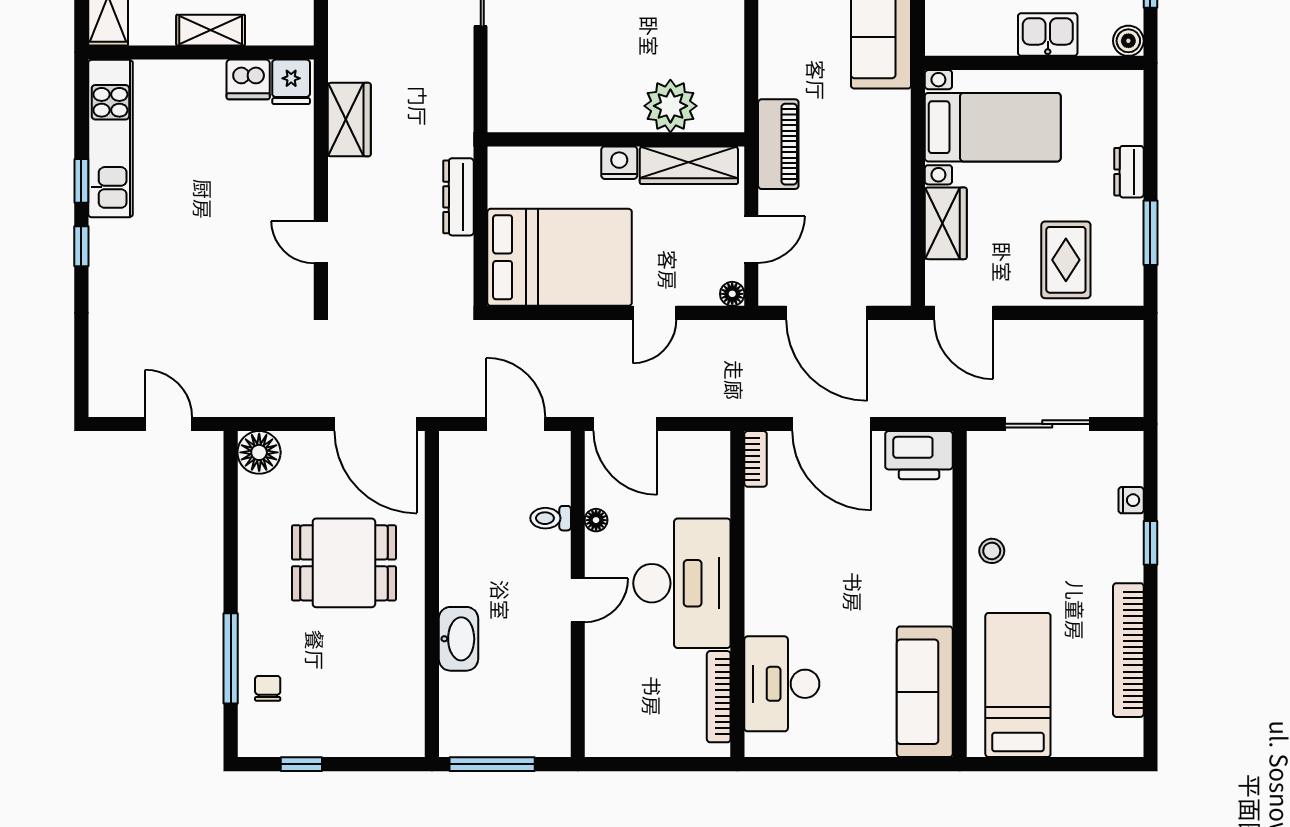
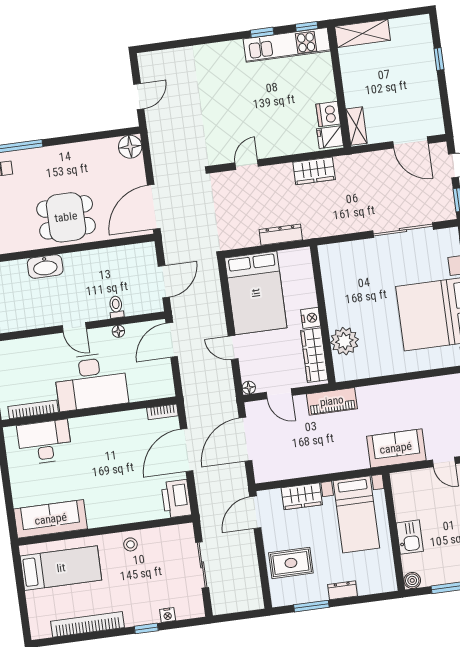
shelving: (211, 30) -> (357, 126), moved
window: (81, 246) -> (307, 26), moved
dining table: (344, 563) -> (66, 217), moved, turned 90

